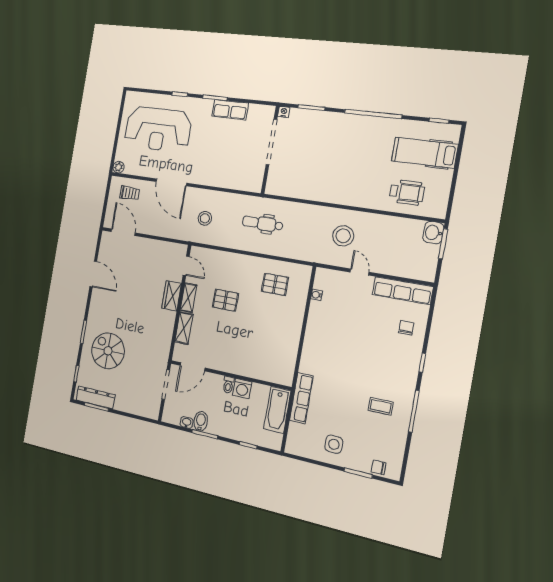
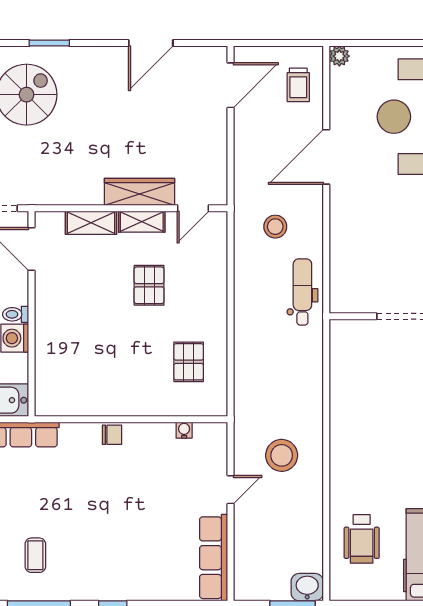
dental chair: (263, 224) -> (302, 292), moved
wardrobe: (172, 296) -> (139, 192), width x1.50
chair: (406, 328) -> (112, 435), moved

